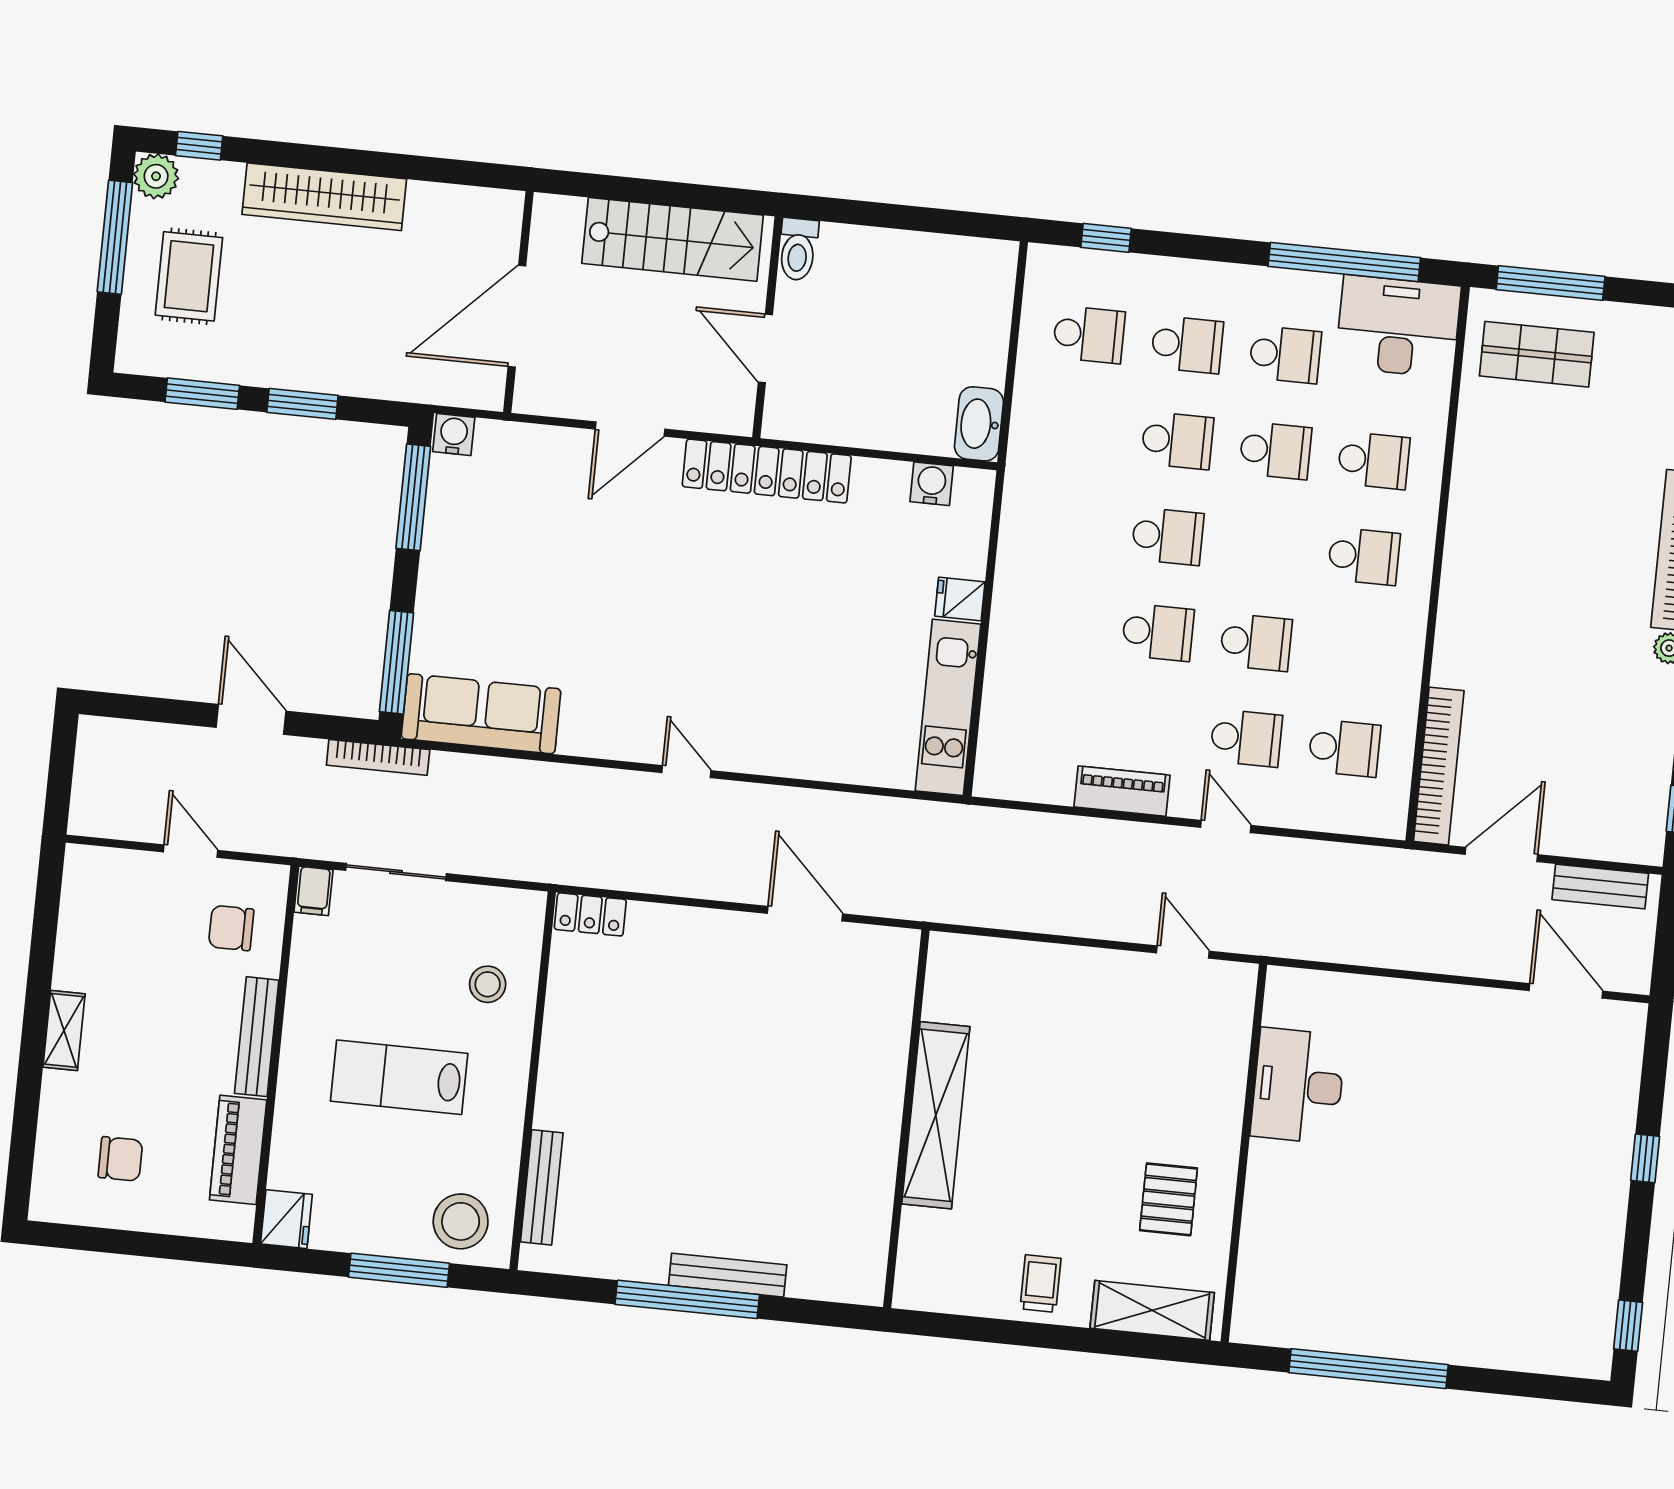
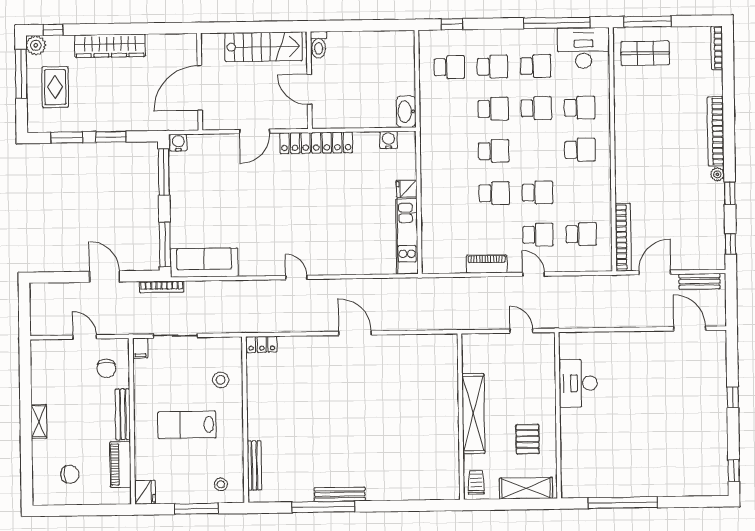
chair: (231, 928) -> (106, 368), turned -90
shelving: (936, 1115) -> (473, 414), moved
wall: (906, 1119) -> (461, 417), moved
stool: (461, 1221) -> (221, 484), width x0.53, depth x0.53

